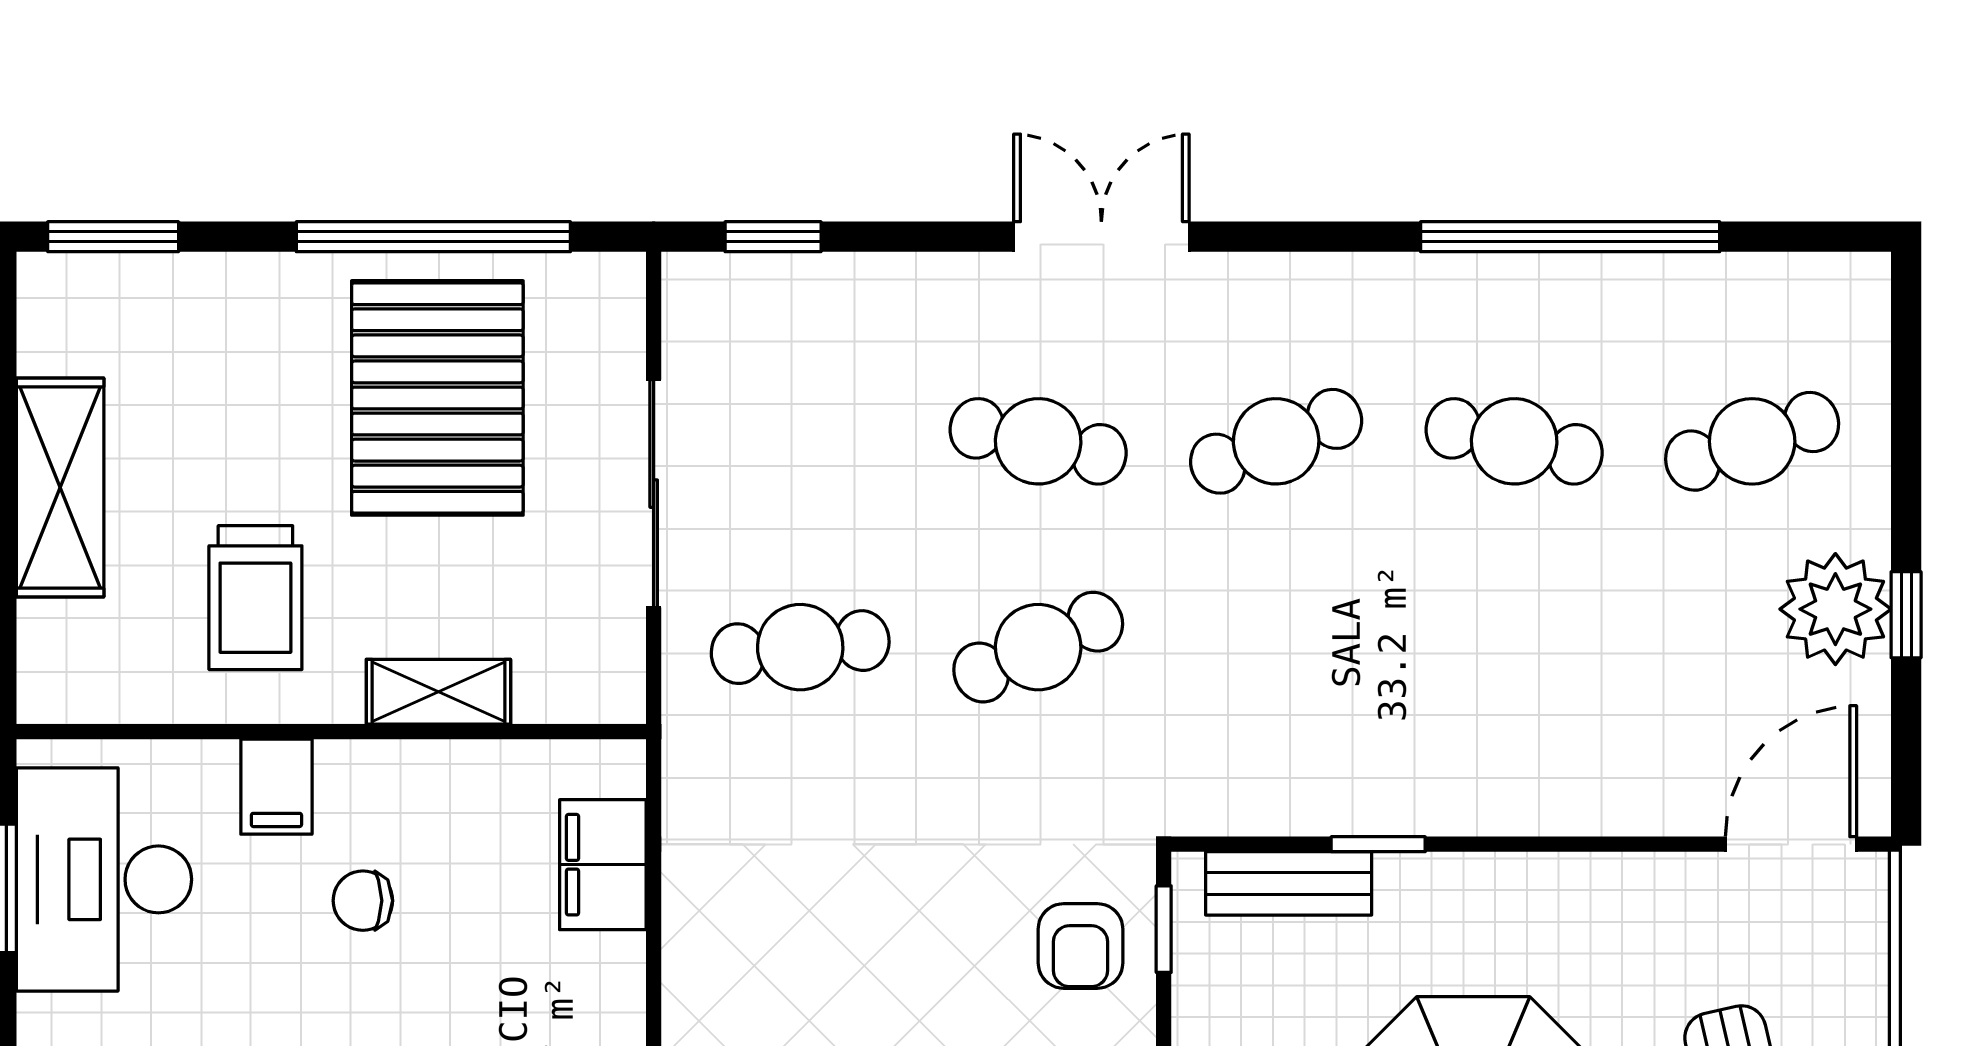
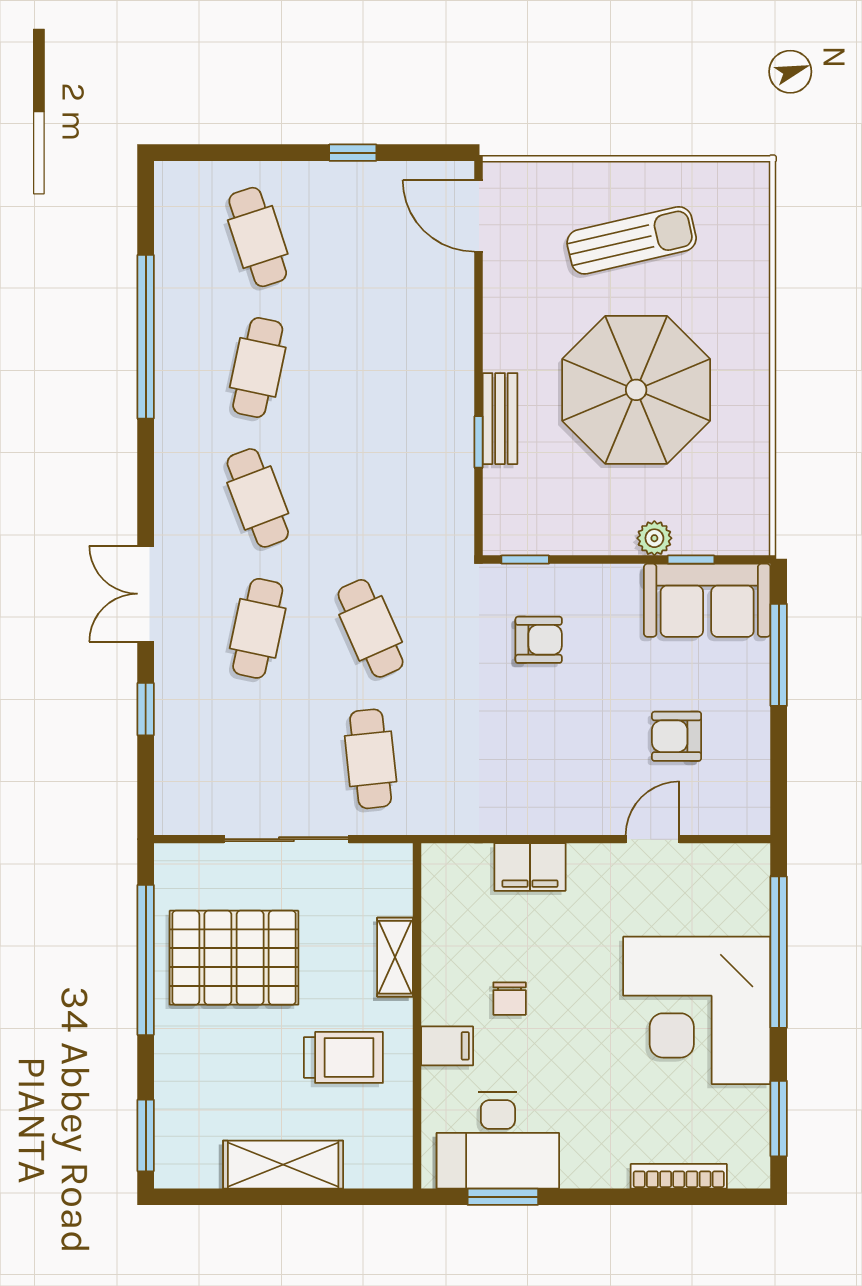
window: (773, 237) -> (146, 709), moved
plant: (1835, 609) -> (350, 191), removed
filing cabinet: (603, 865) -> (530, 867), moved
bench: (1289, 883) -> (500, 419), moved
armchair: (1080, 946) -> (539, 640), moved

